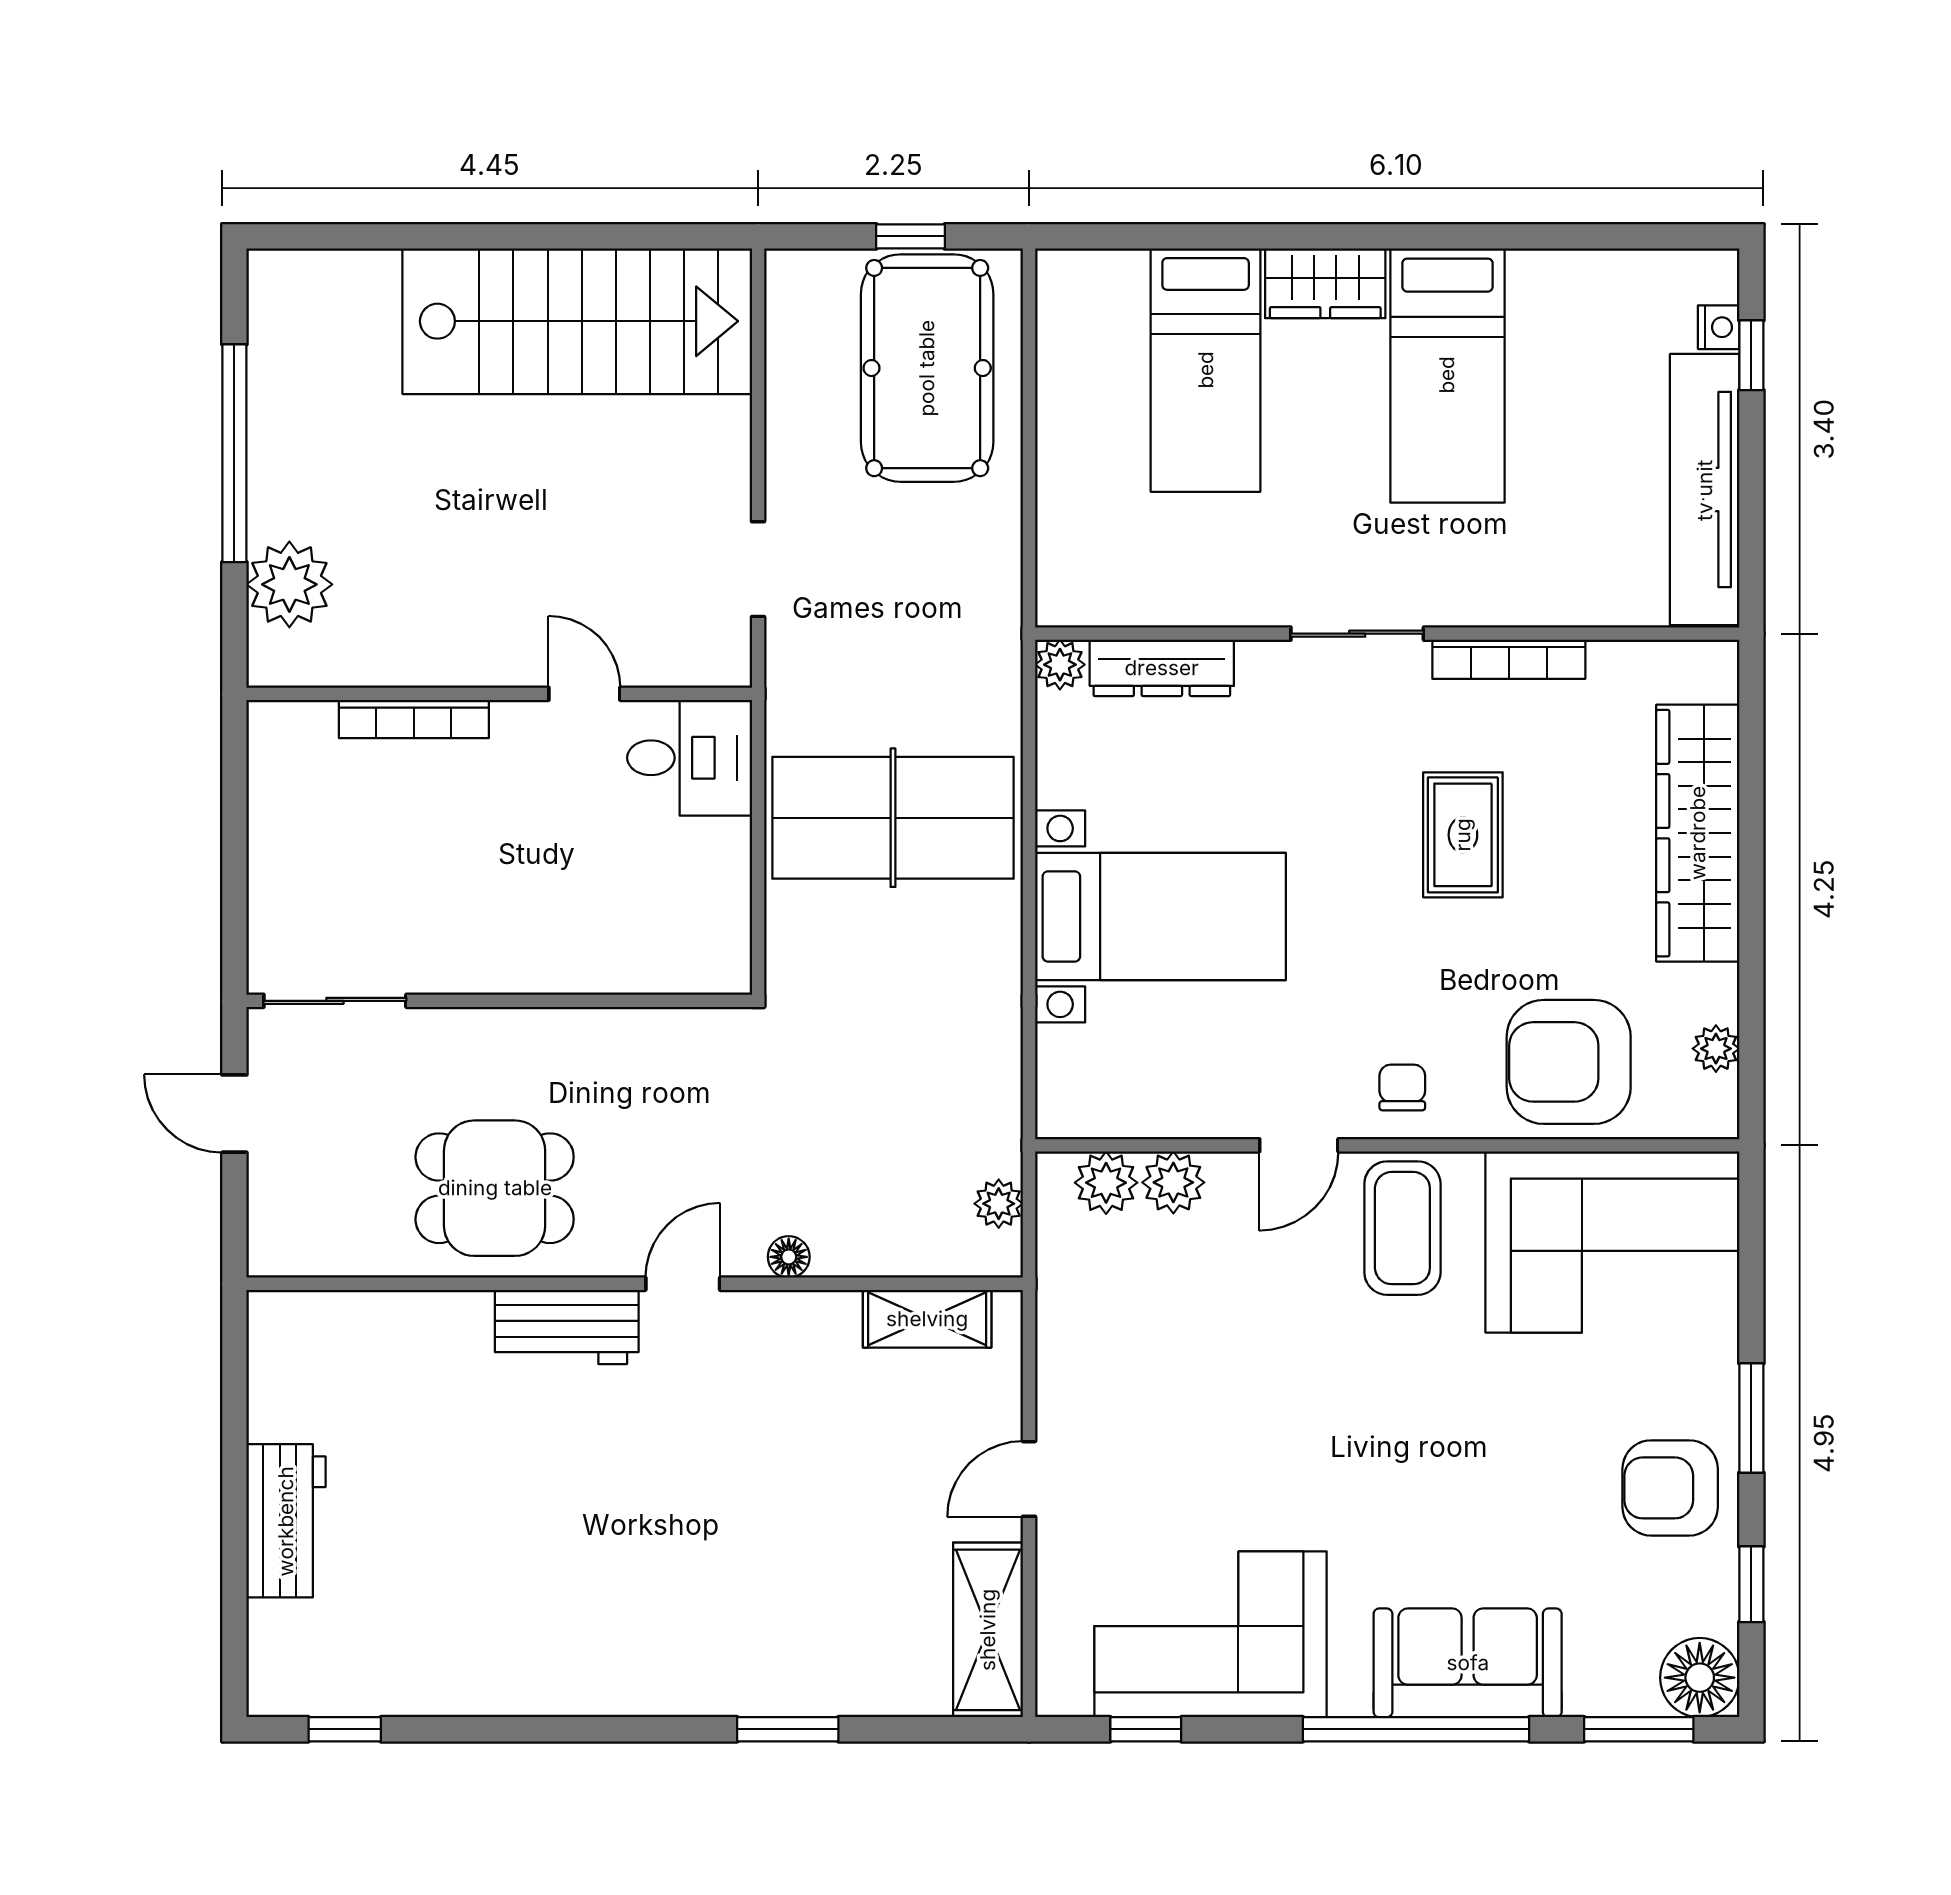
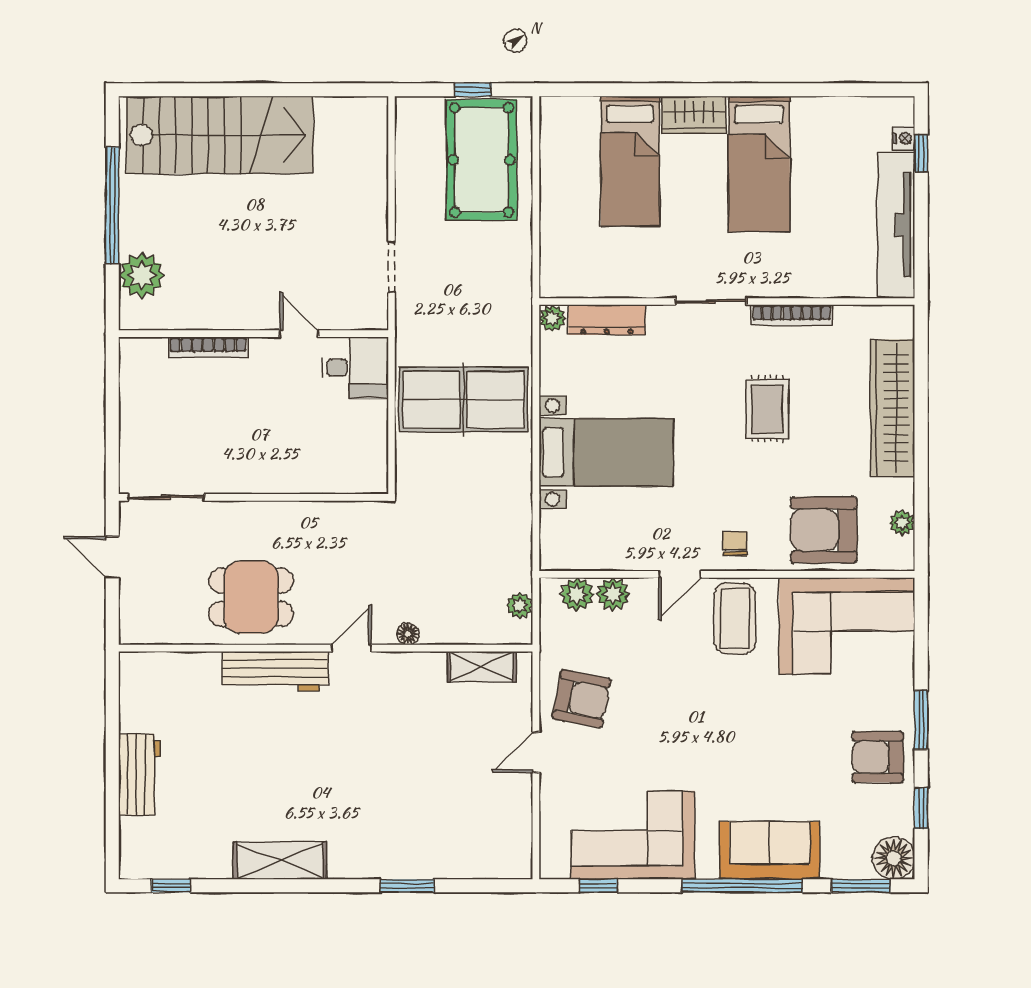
stairs: (577, 321) -> (220, 135), moved
workbench: (567, 1327) -> (275, 671), width x1.38
armchair: (1115, 1379) -> (582, 699), added
shelving: (988, 1630) -> (280, 861), moved, turned 90

